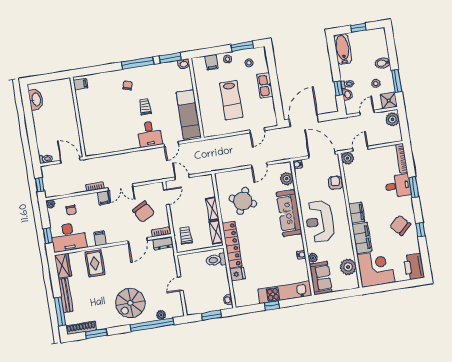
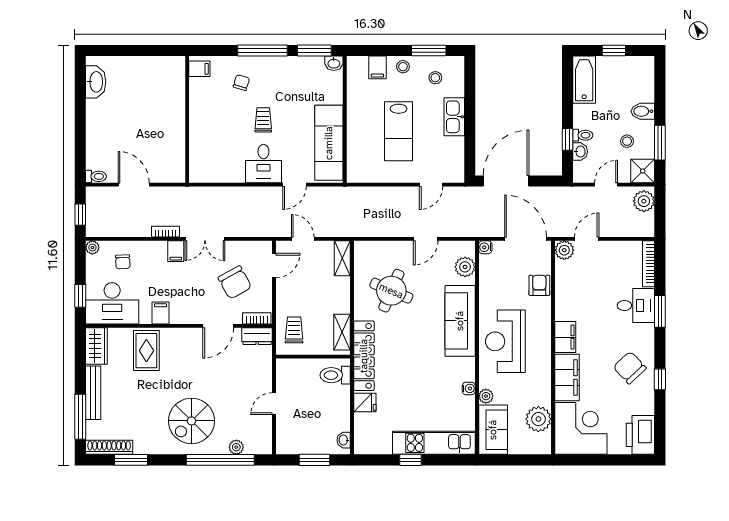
filing cabinet: (80, 84) -> (199, 69), moved
wall: (78, 117) -> (187, 119), moved
shelving: (212, 209) -> (342, 258), moved

